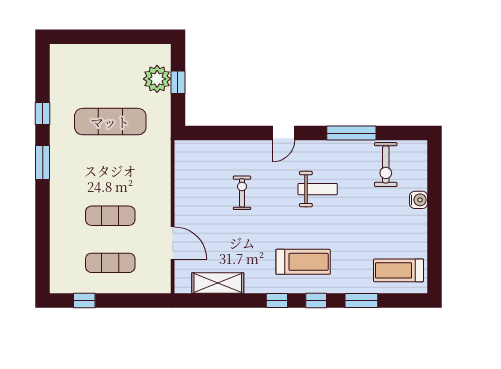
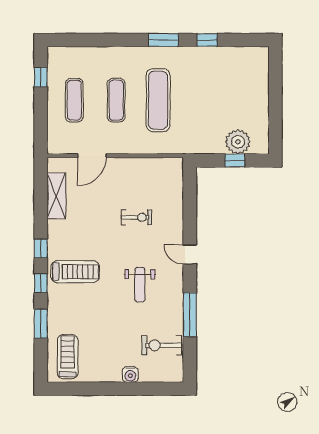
exercise mat: (110, 122) -> (158, 100), moved
treadmill: (303, 262) -> (75, 272), turned -90

